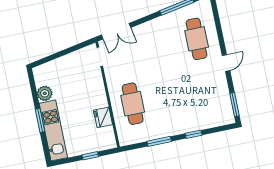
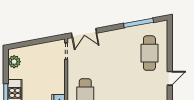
plant: (45, 93) -> (14, 62), moved

